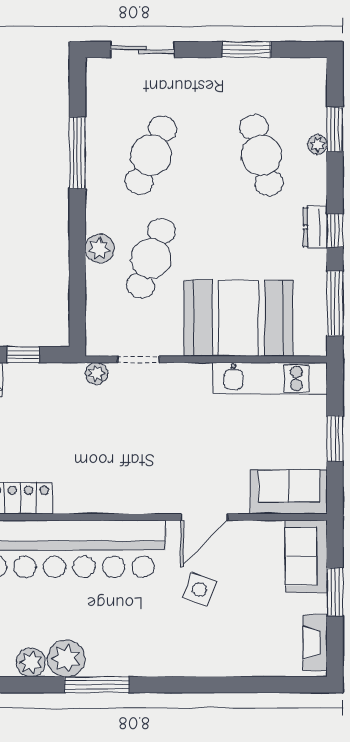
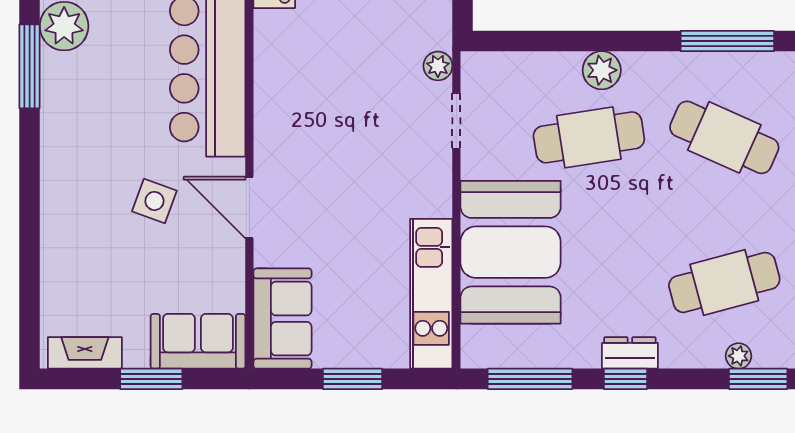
cafe table: (151, 258) -> (589, 137), turned -30

